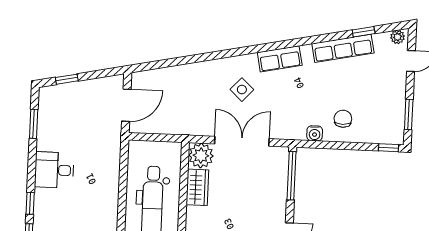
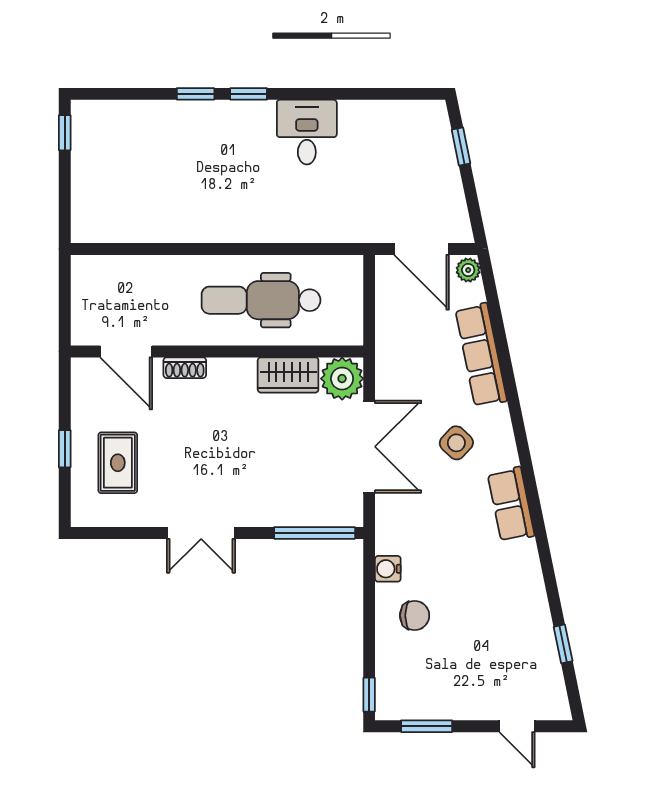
plant: (398, 37) -> (468, 270), moved
row of seats: (343, 48) -> (481, 355), moved
window: (34, 124) -> (383, 94), removed

